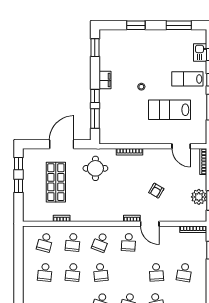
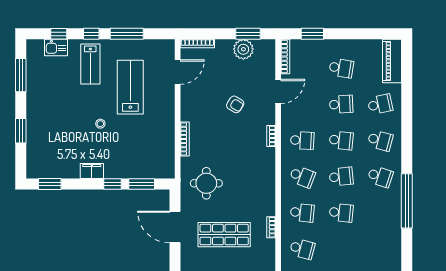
lab bench: (170, 110) -> (130, 87), turned 180
door: (150, 224) -> (278, 91), moved
school desk: (45, 272) -> (341, 140), moved

